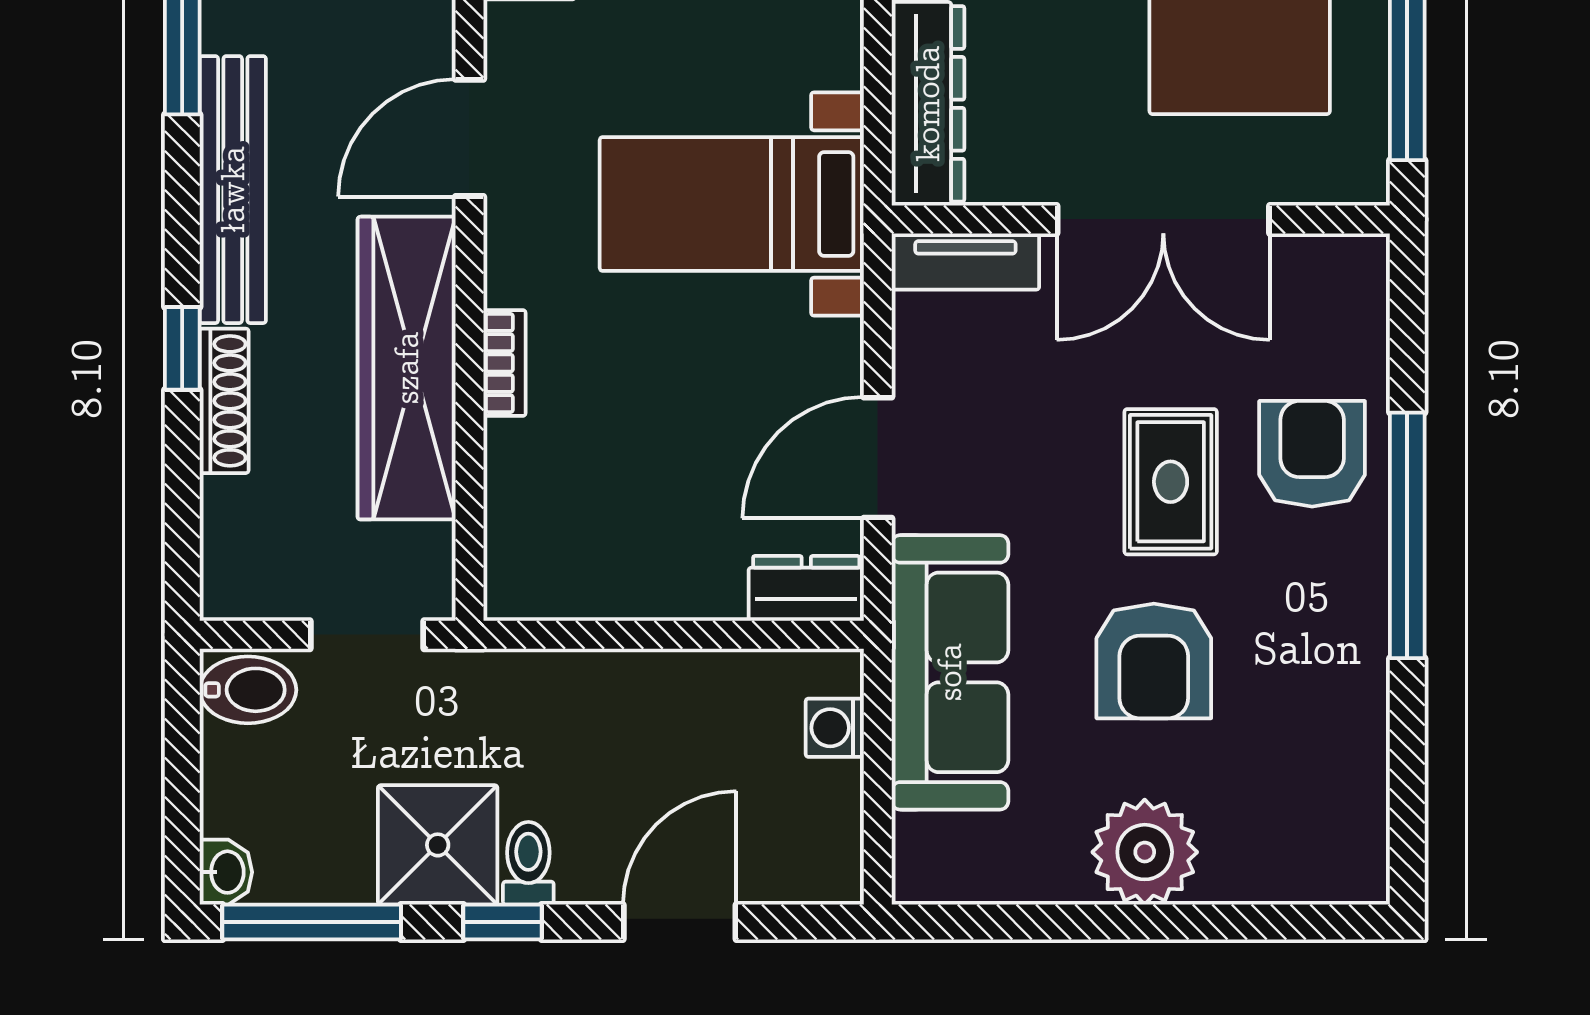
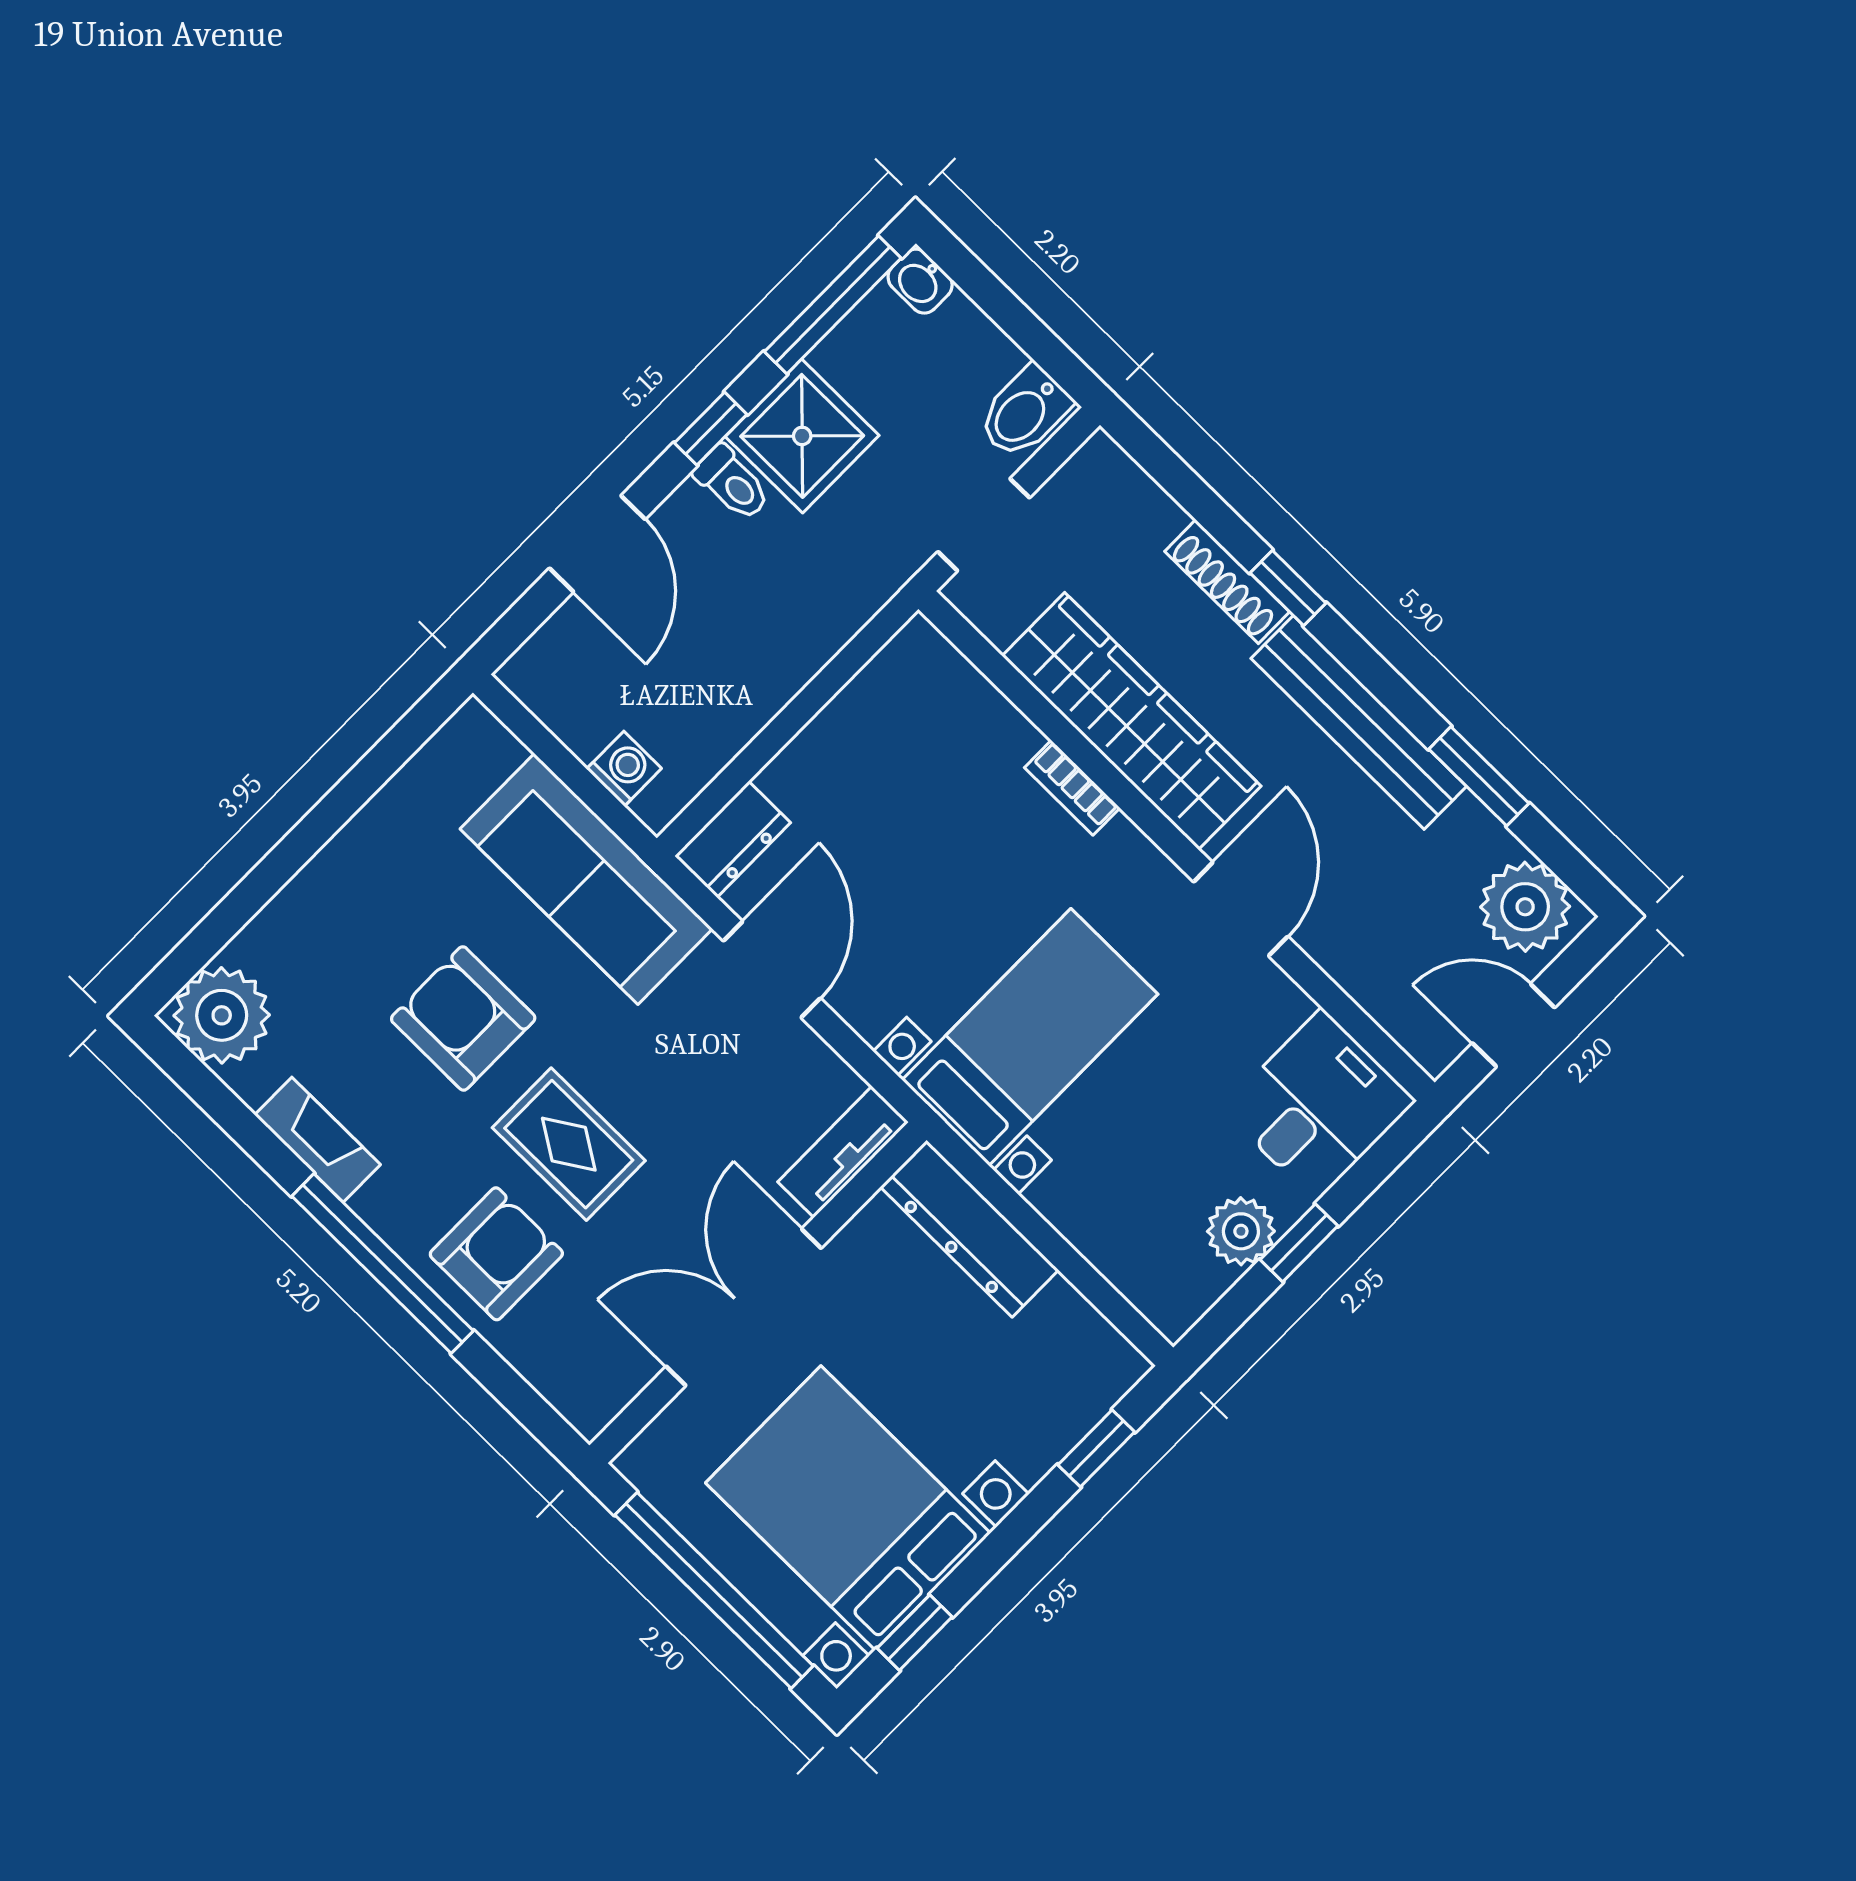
armchair: (1312, 454) -> (496, 1254), turned -90
fireplace: (1361, 681) -> (317, 1140), added
plant: (1145, 852) -> (222, 1015), moved

